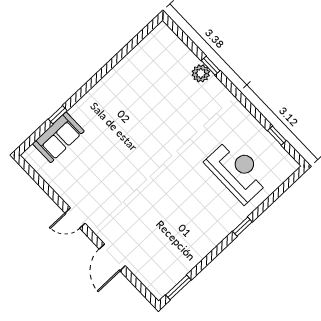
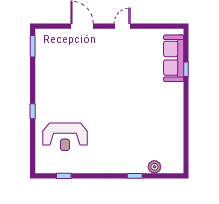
plant: (201, 73) -> (154, 167), moved
sofa: (58, 137) -> (174, 58), width x1.36

